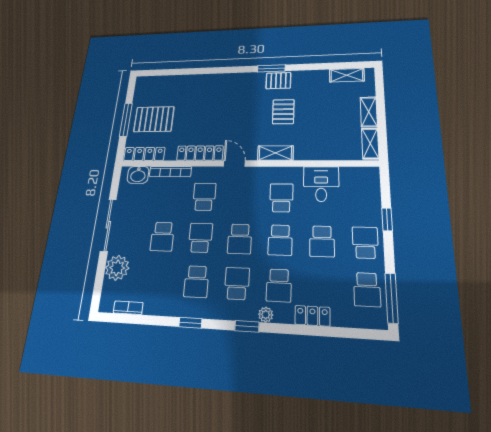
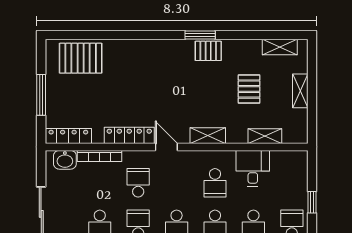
pallet: (283, 112) -> (249, 89), moved
pallet: (154, 119) -> (81, 58), moved
shelving: (370, 143) -> (265, 136), moved, turned 90
school desk: (281, 198) -> (215, 183), turned 180

